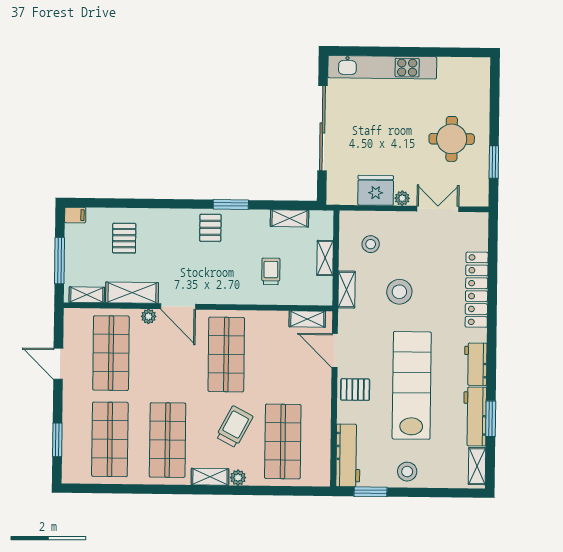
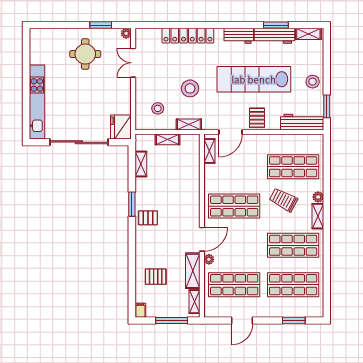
fridge: (376, 190) -> (121, 127), moved
plant: (402, 198) -> (126, 33), moved
trolley: (271, 271) -> (177, 176), removed

